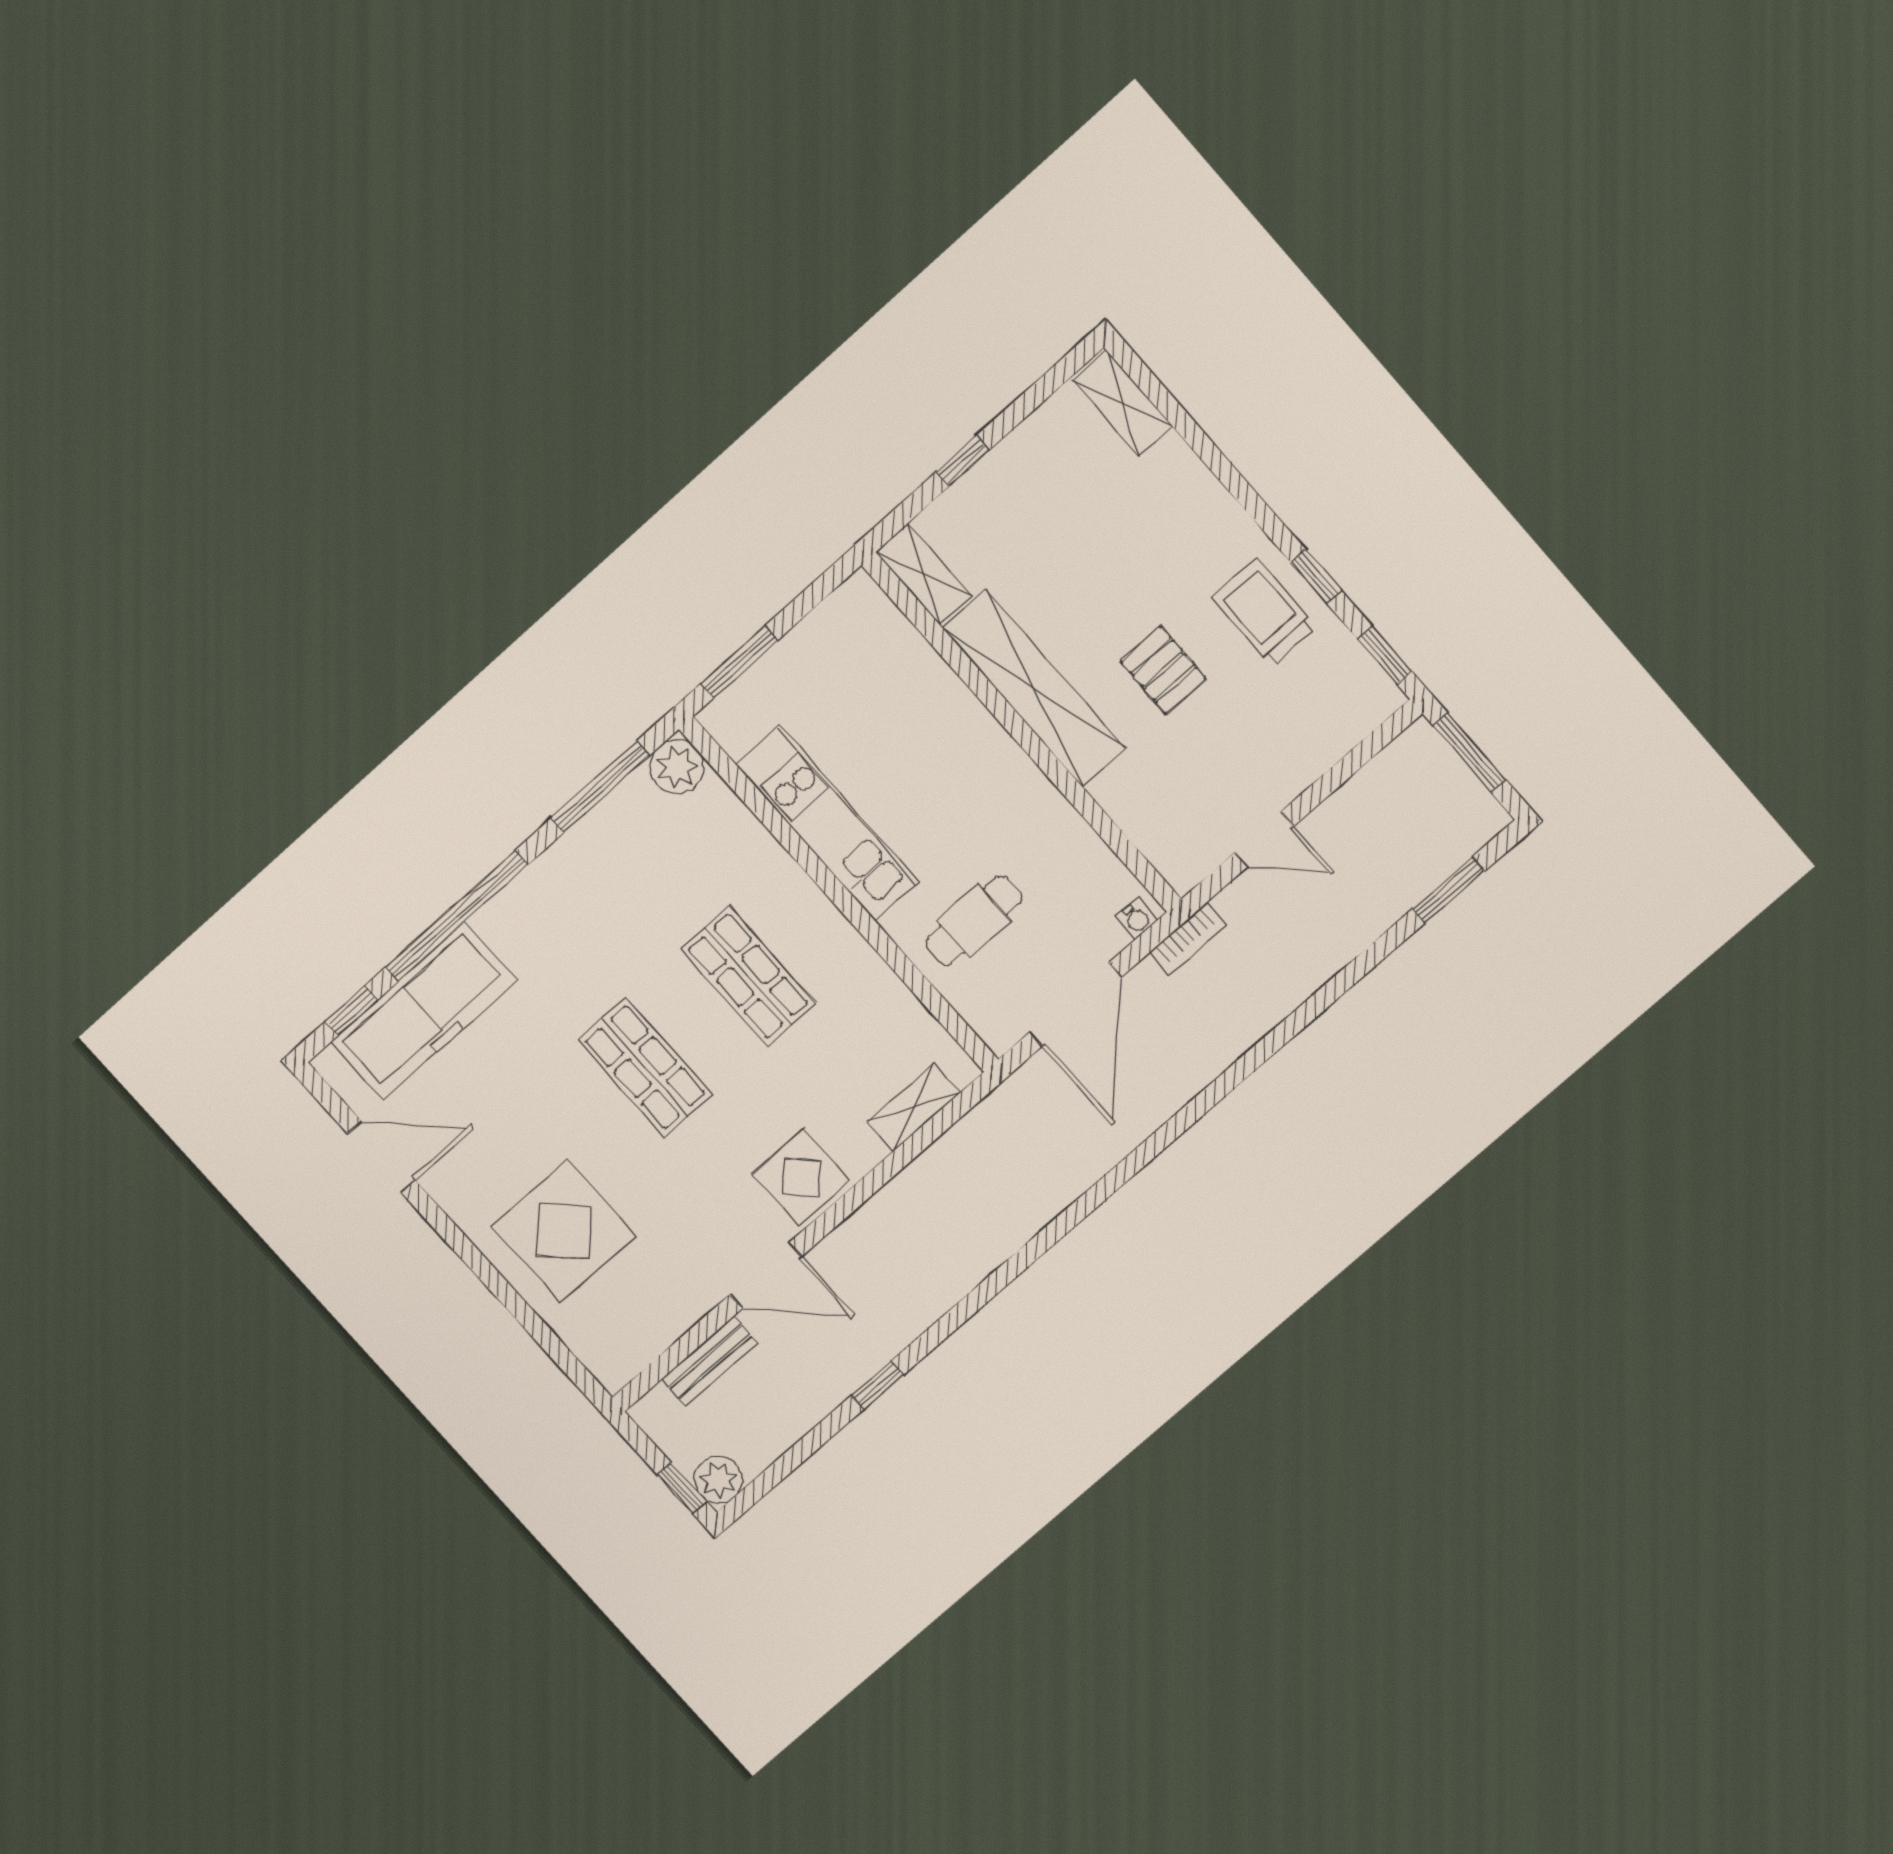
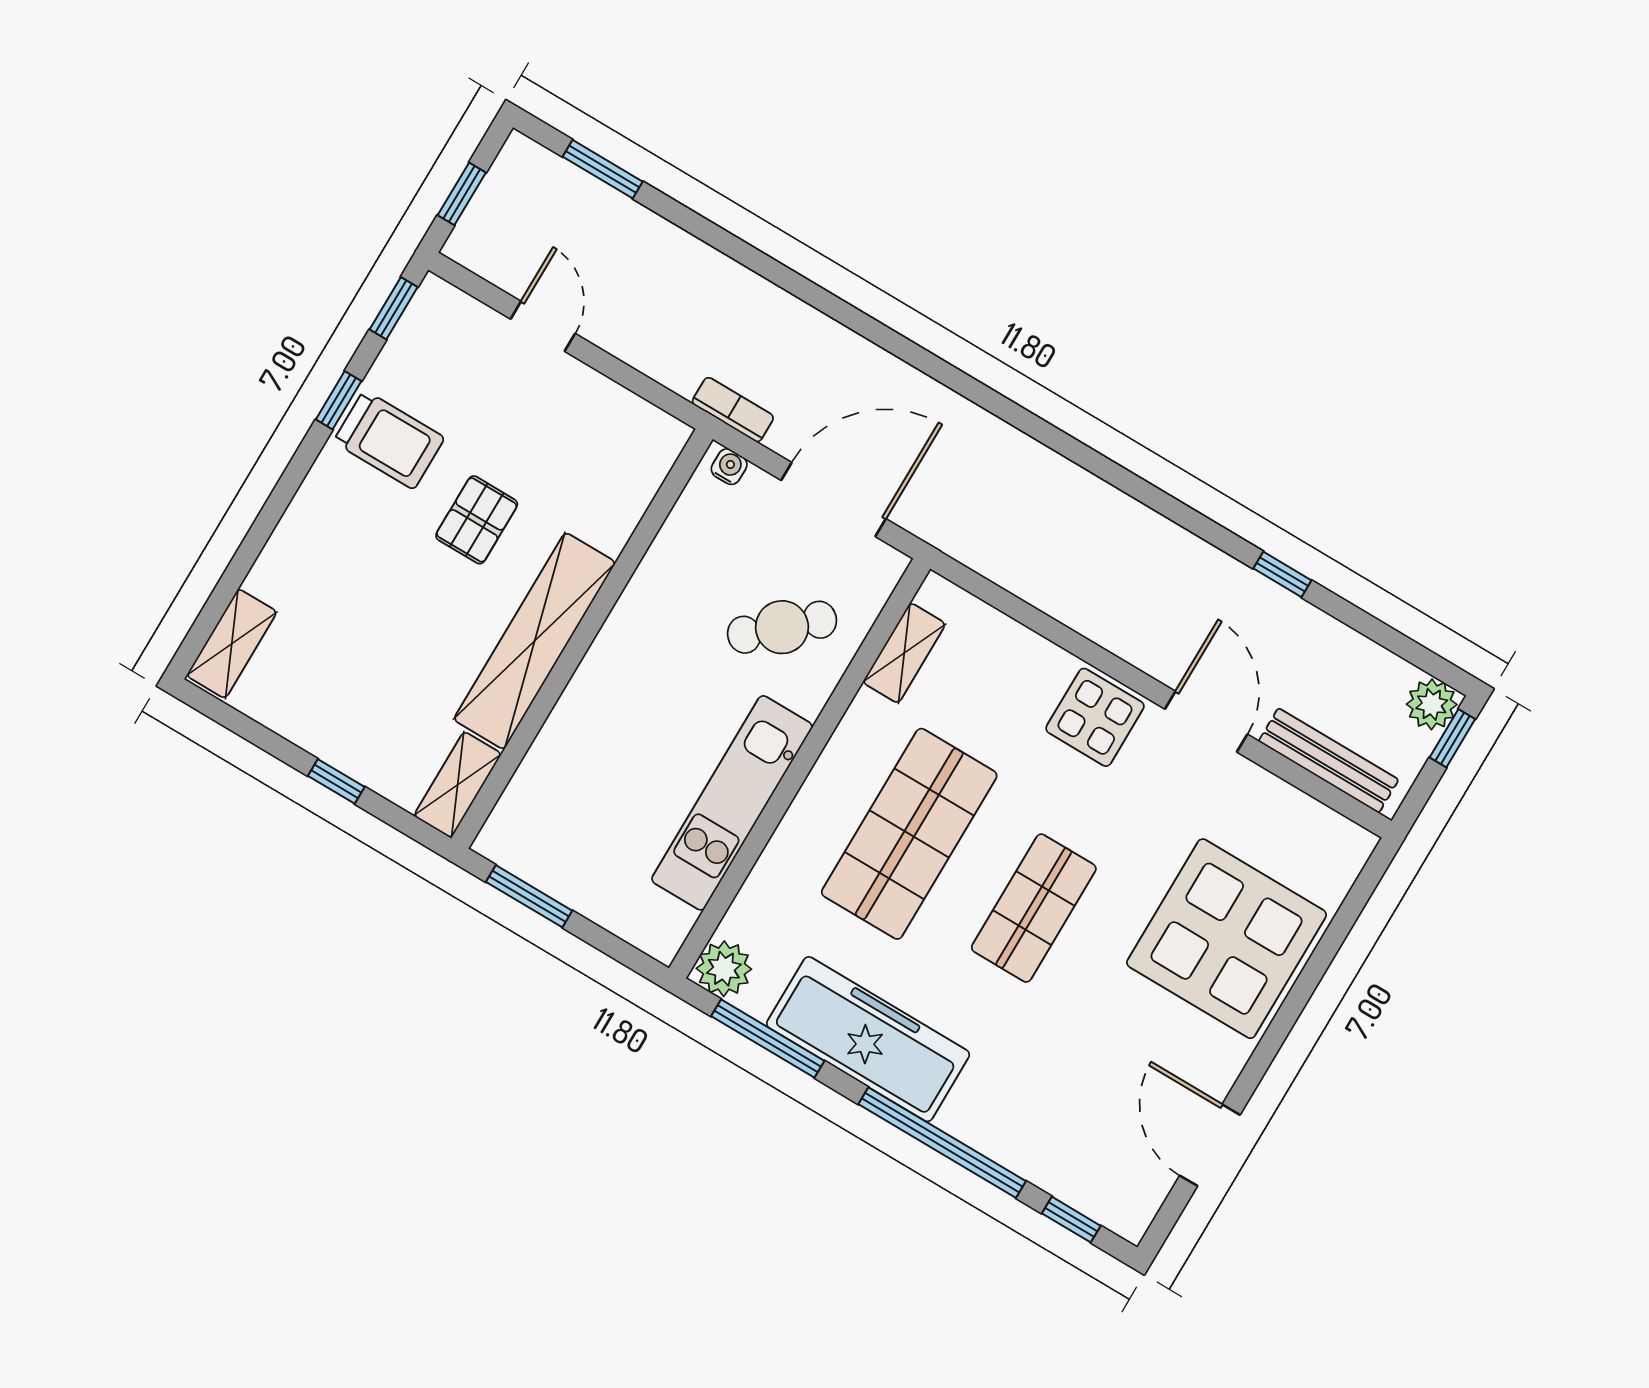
trolley: (1264, 612) -> (389, 440), turned -90
window: (739, 662) -> (529, 896), moved
window: (1469, 753) -> (462, 194), width x0.67
door: (1264, 839) -> (543, 326), moved
cafe table: (974, 920) -> (782, 627), turned -42
shop shelf: (748, 976) -> (909, 834), width x1.43, depth x1.36
freezer: (424, 1011) -> (868, 1039), moved
shelving: (913, 1107) -> (904, 653), moved, turned 90
display table: (564, 1231) -> (1227, 939), width x1.36, depth x1.36
bench: (710, 1361) -> (1329, 760), width x1.36

